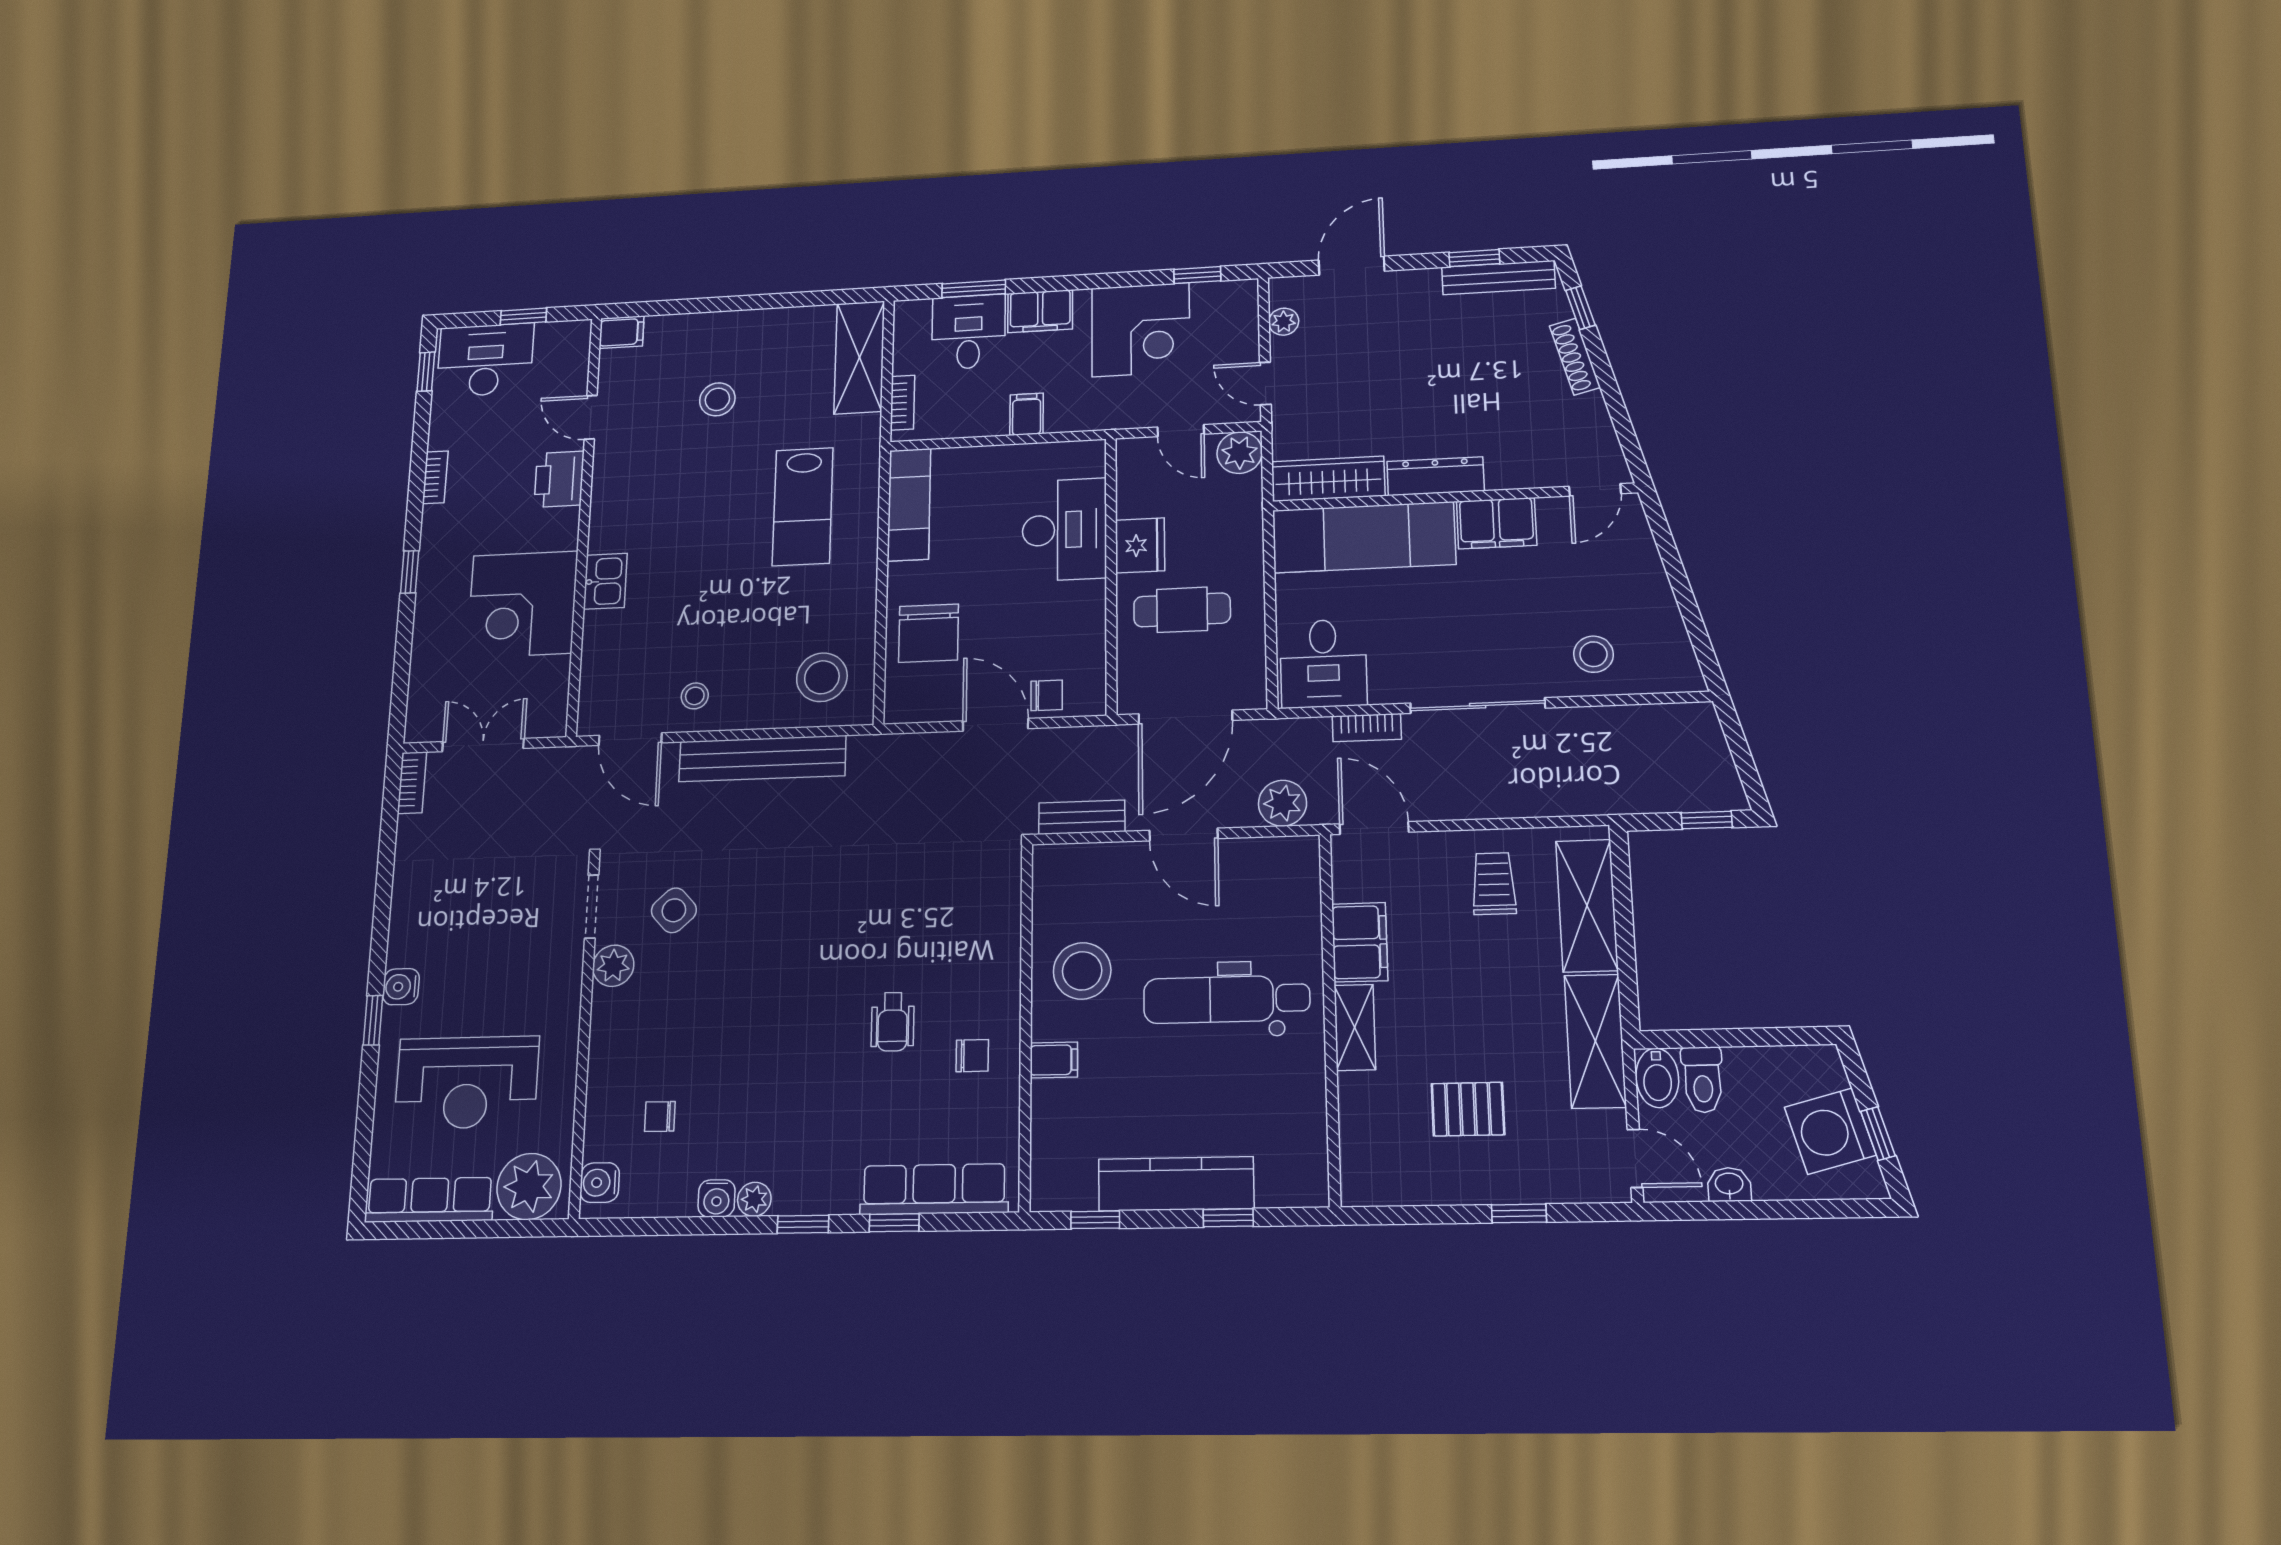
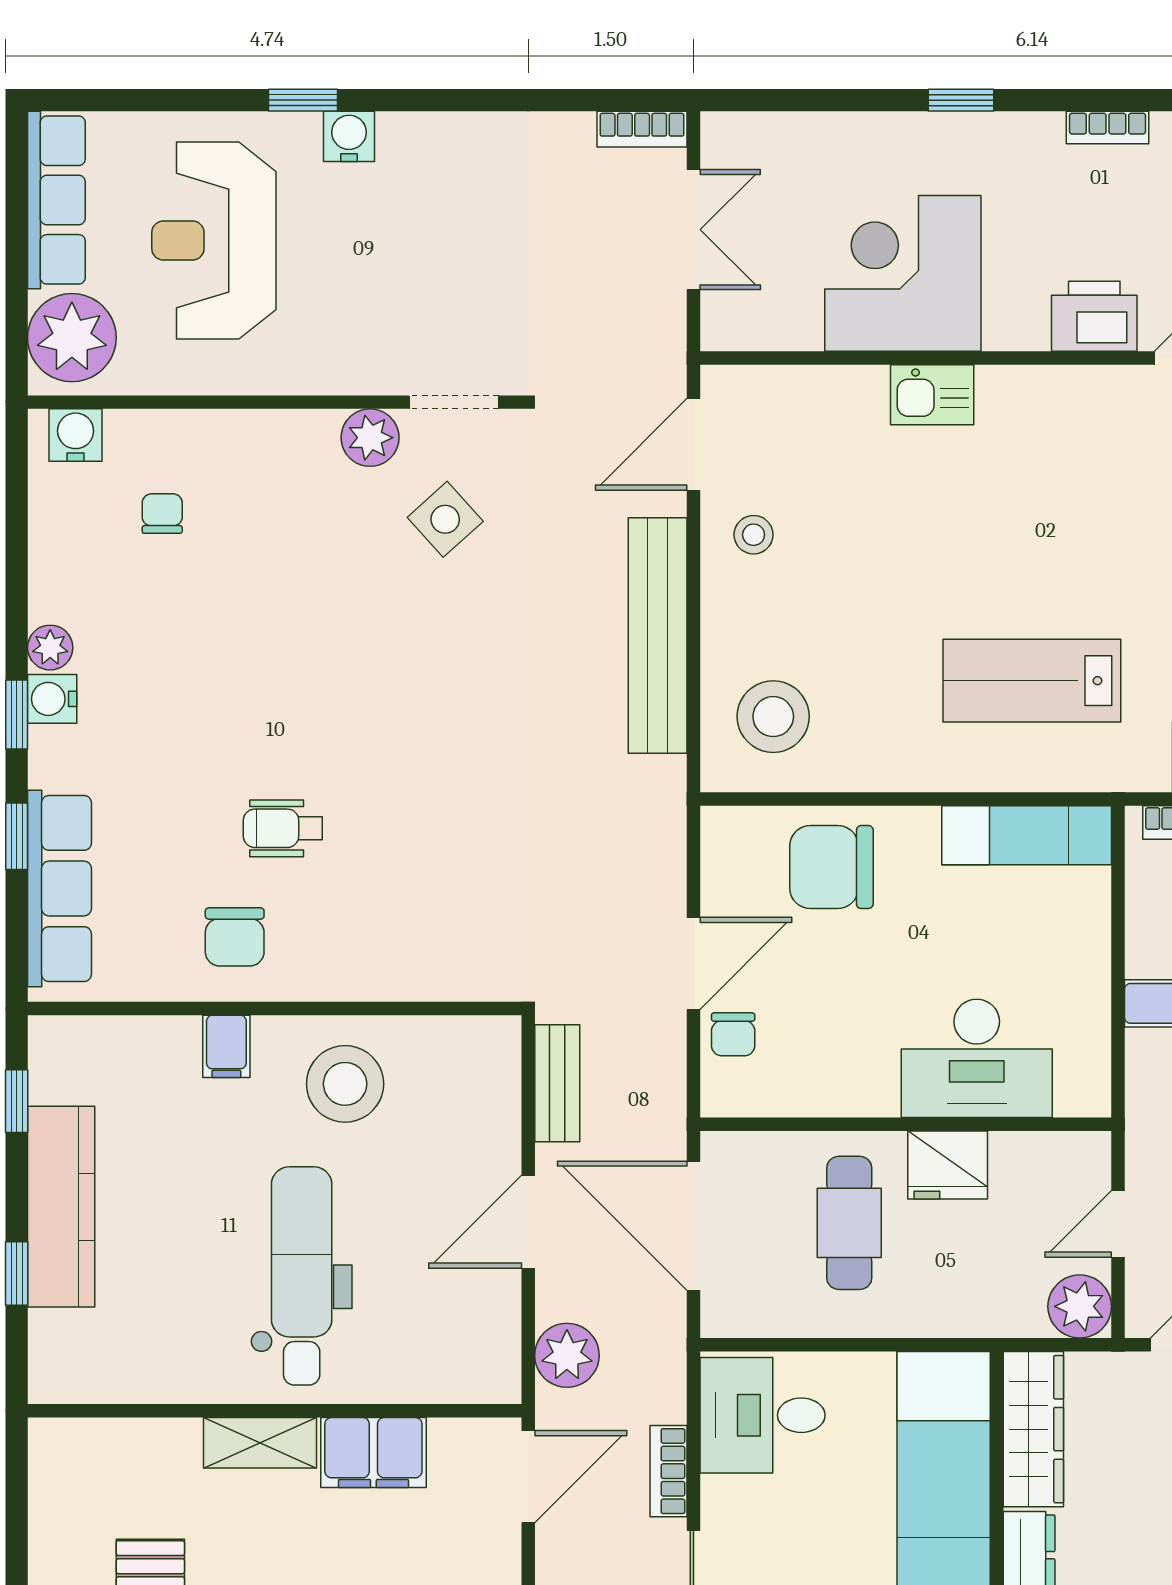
chair: (972, 1056) -> (235, 937), width x1.37, depth x1.37
water cooler: (717, 1198) -> (52, 699), moved

